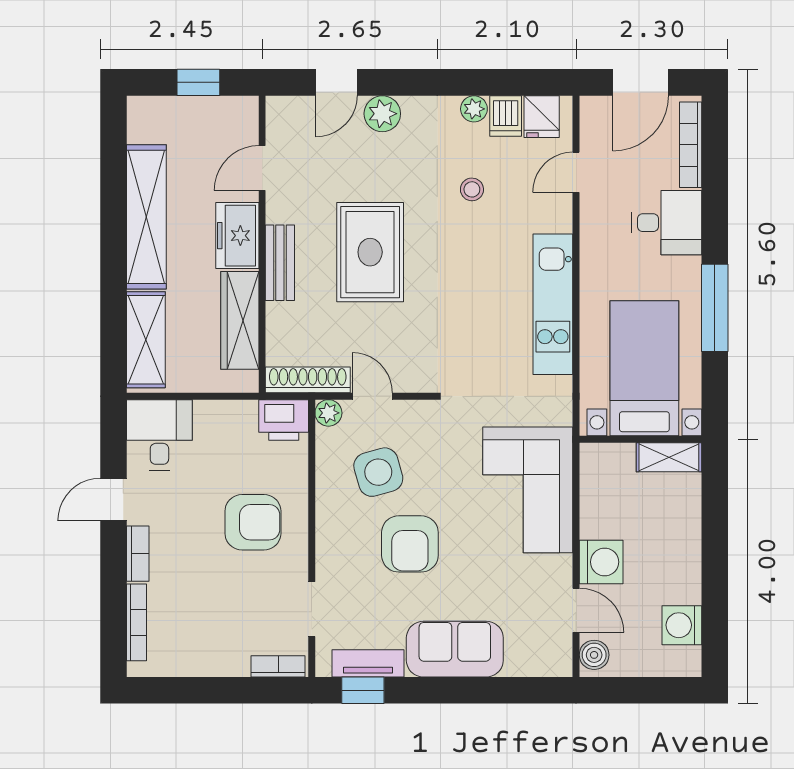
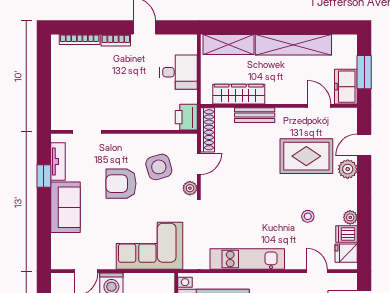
window: (198, 82) -> (364, 72), width x1.50
door: (337, 82) -> (364, 145), hinge flipped
freezer: (237, 236) -> (346, 87), moved, turned -90
rug: (370, 252) -> (306, 156), moved
bench: (280, 263) -> (255, 115), moved
plant: (328, 413) -> (190, 188), moved
desk: (159, 435) -> (178, 72), moved
armchair: (253, 522) -> (132, 101), removed
boiler: (594, 655) -> (62, 281), removed
bookcase: (278, 666) -> (56, 114), removed
window: (363, 690) -> (44, 176), moved

